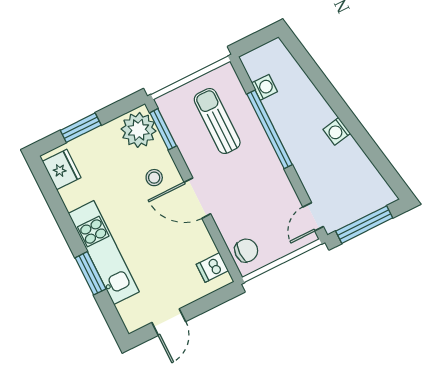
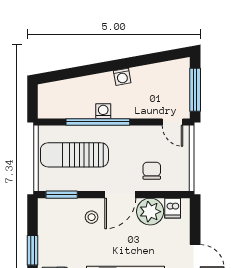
washing machine: (265, 87) -> (103, 111), moved
sun lounger: (217, 121) -> (74, 155), width x1.36, depth x1.34
plant: (139, 130) -> (150, 212), moved
chair: (246, 250) -> (152, 171), moved

